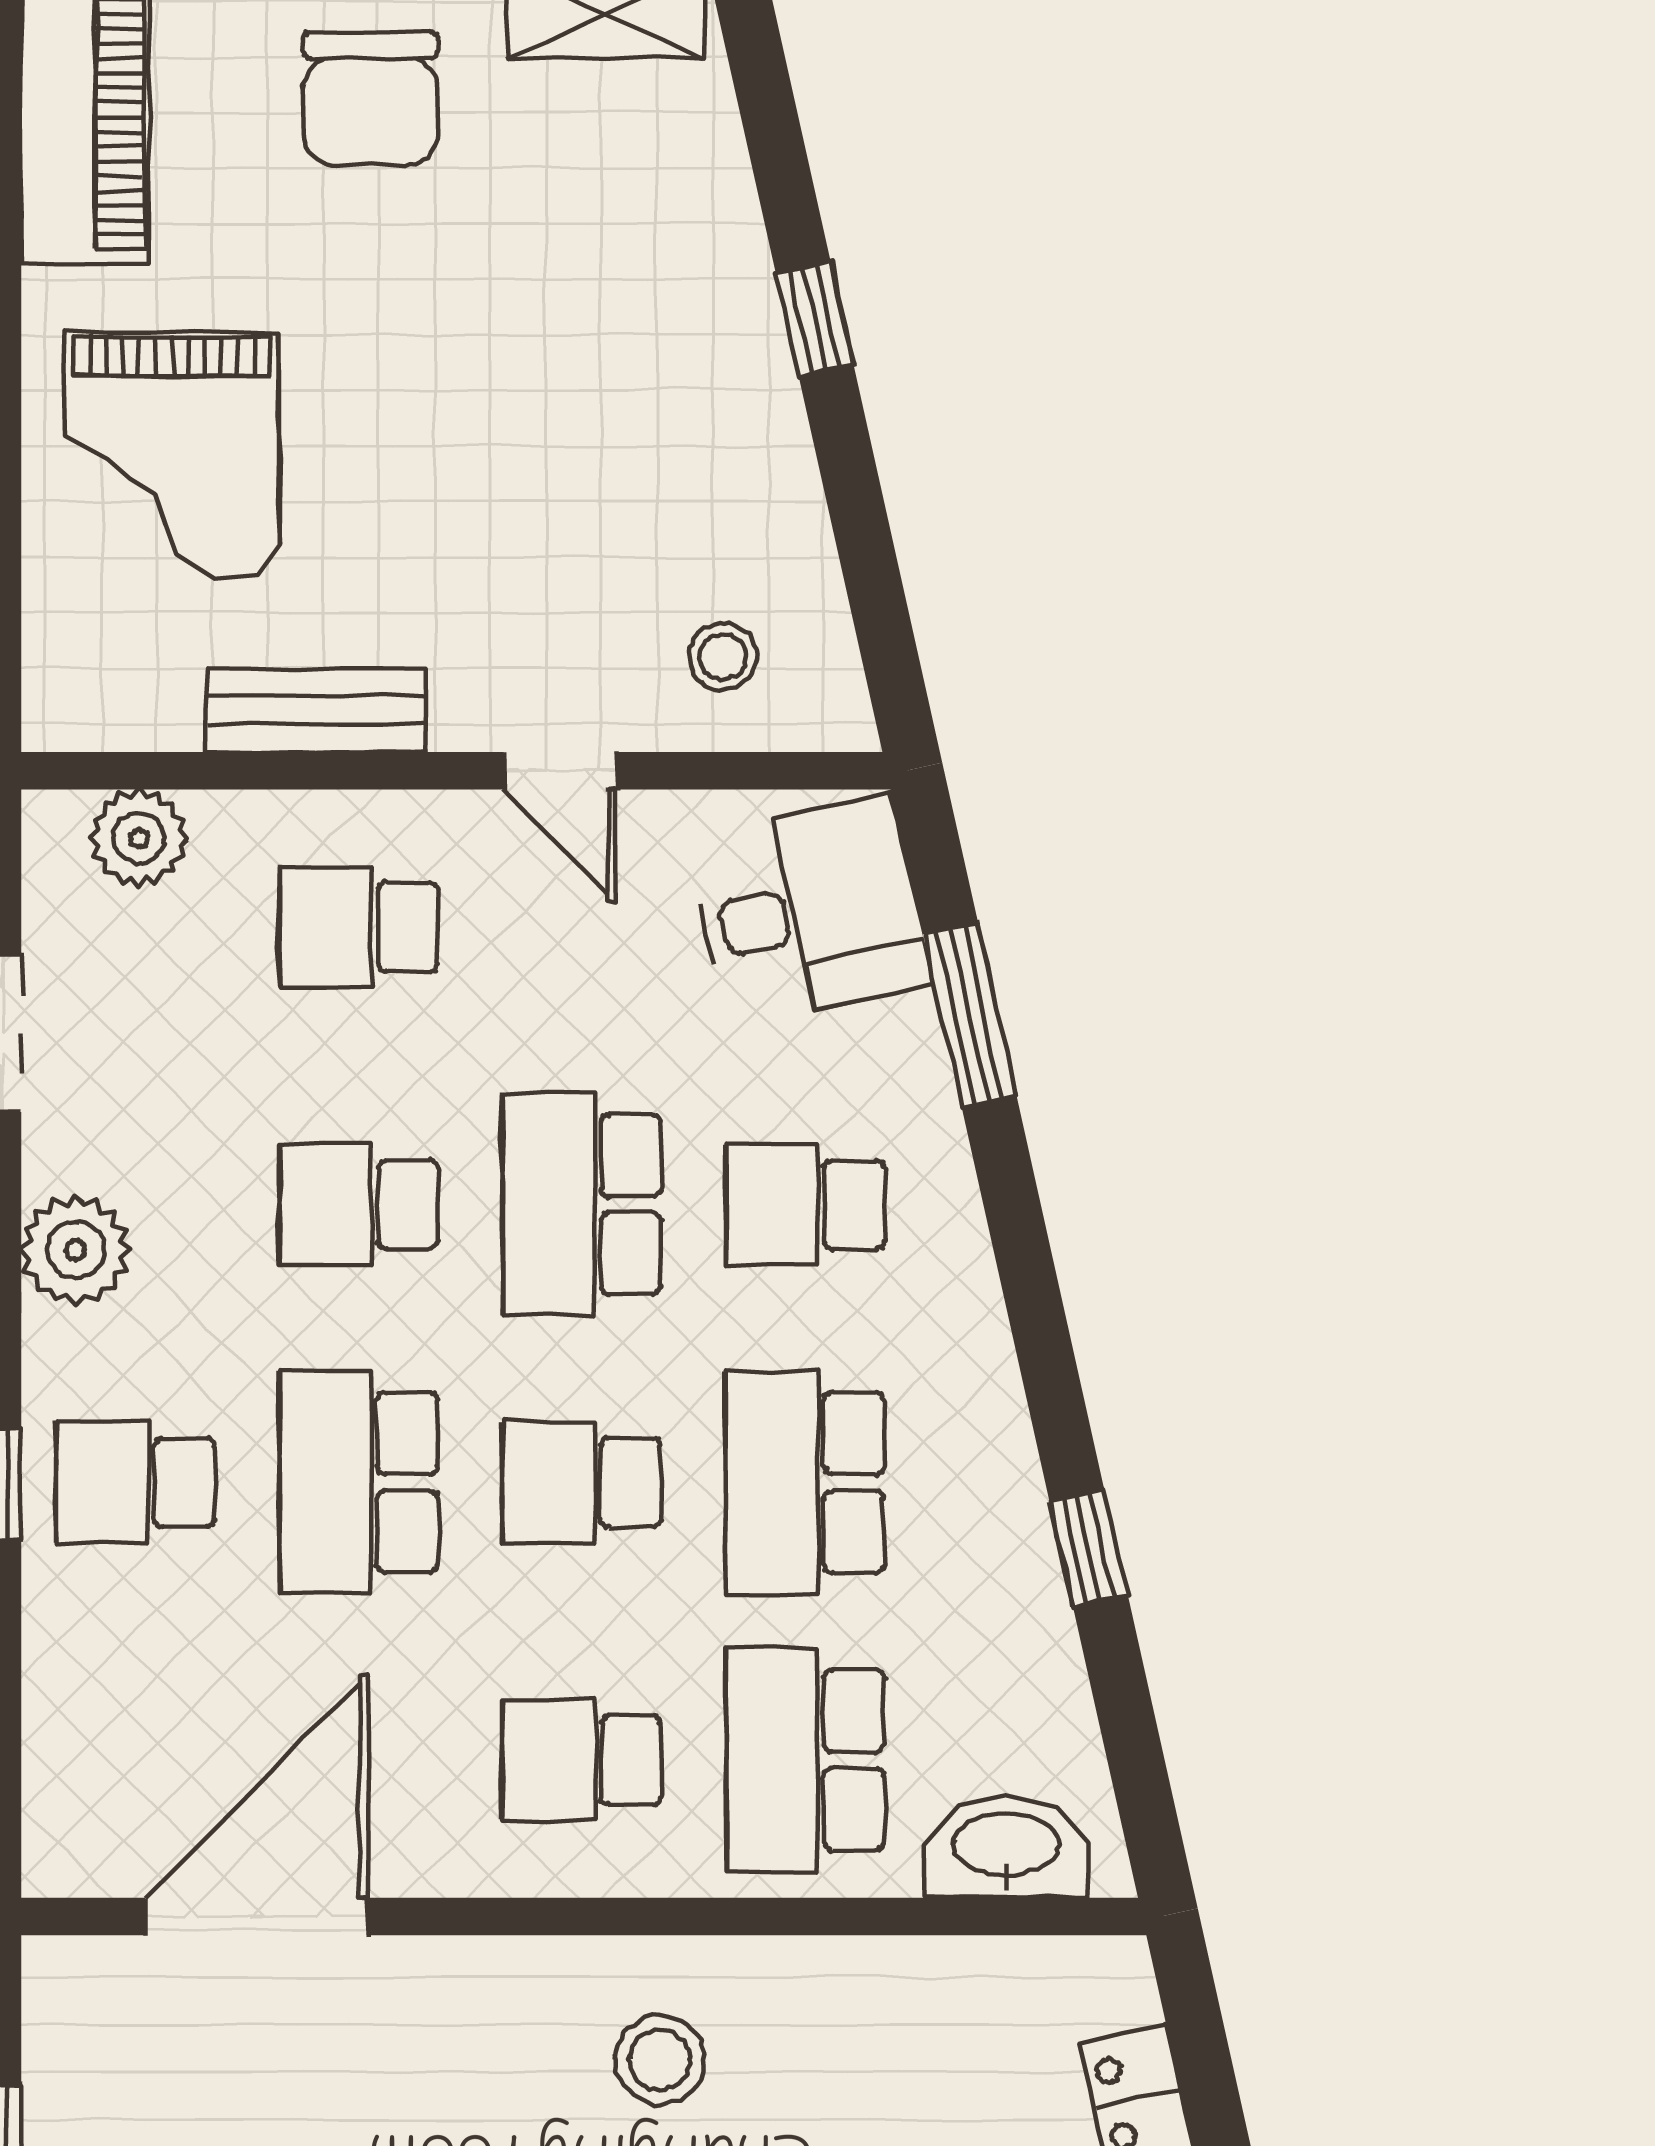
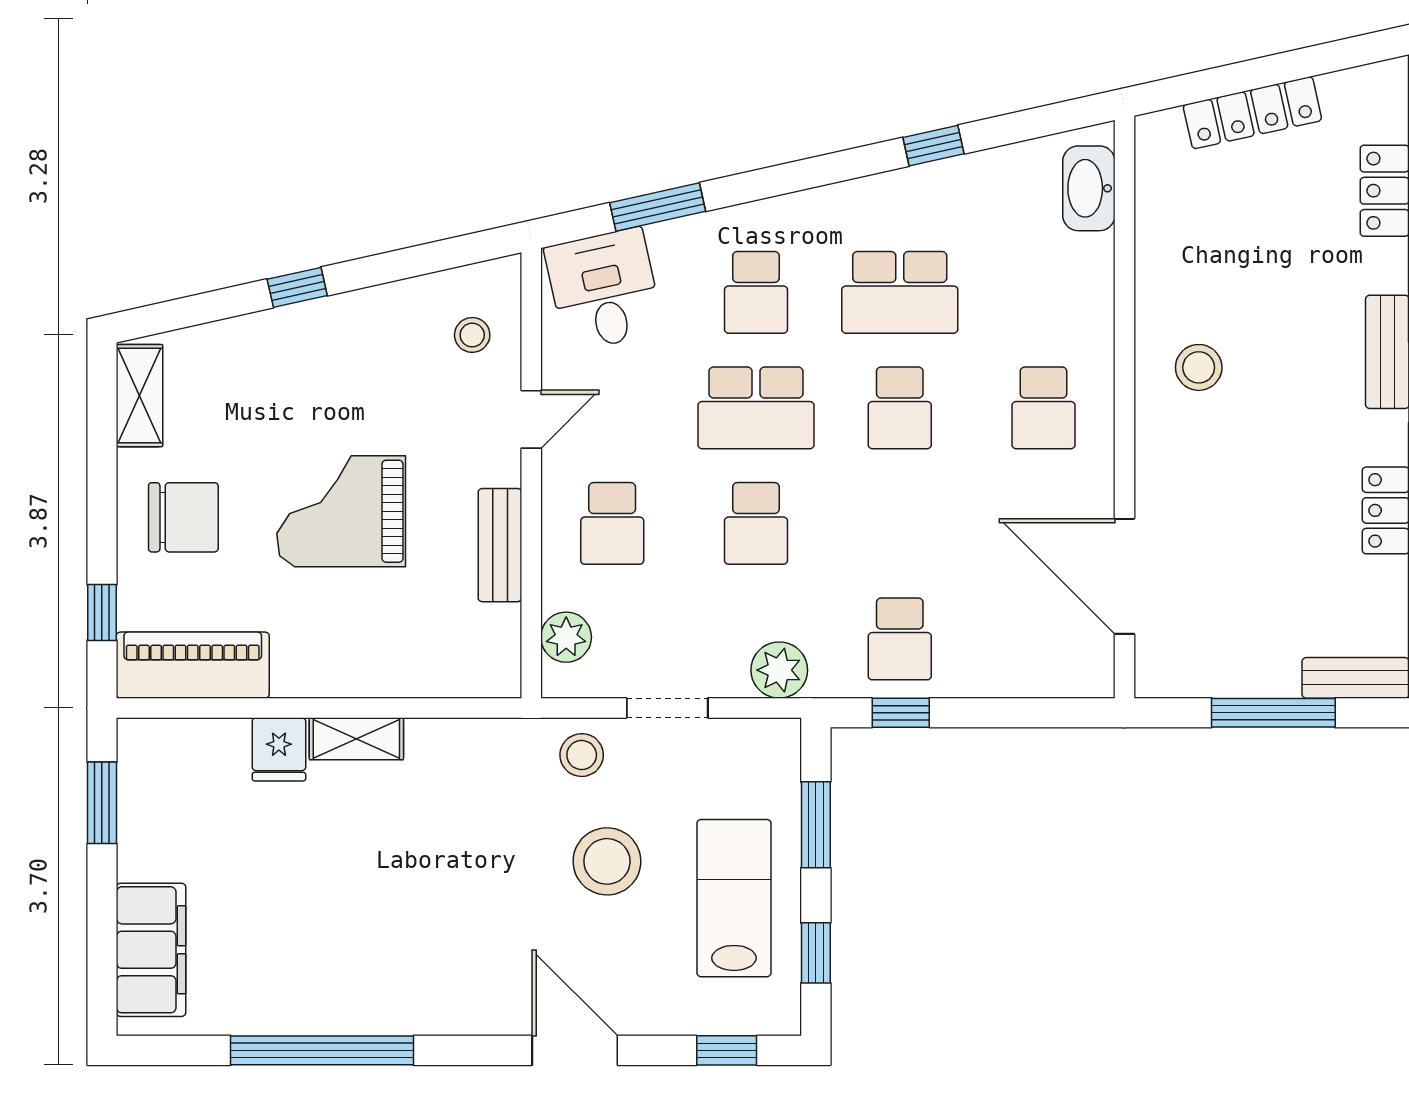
grand piano: (172, 456) -> (341, 511), moved, turned 180
school desk: (359, 1482) -> (900, 523), removed
school desk: (805, 1760) -> (1044, 292), removed

